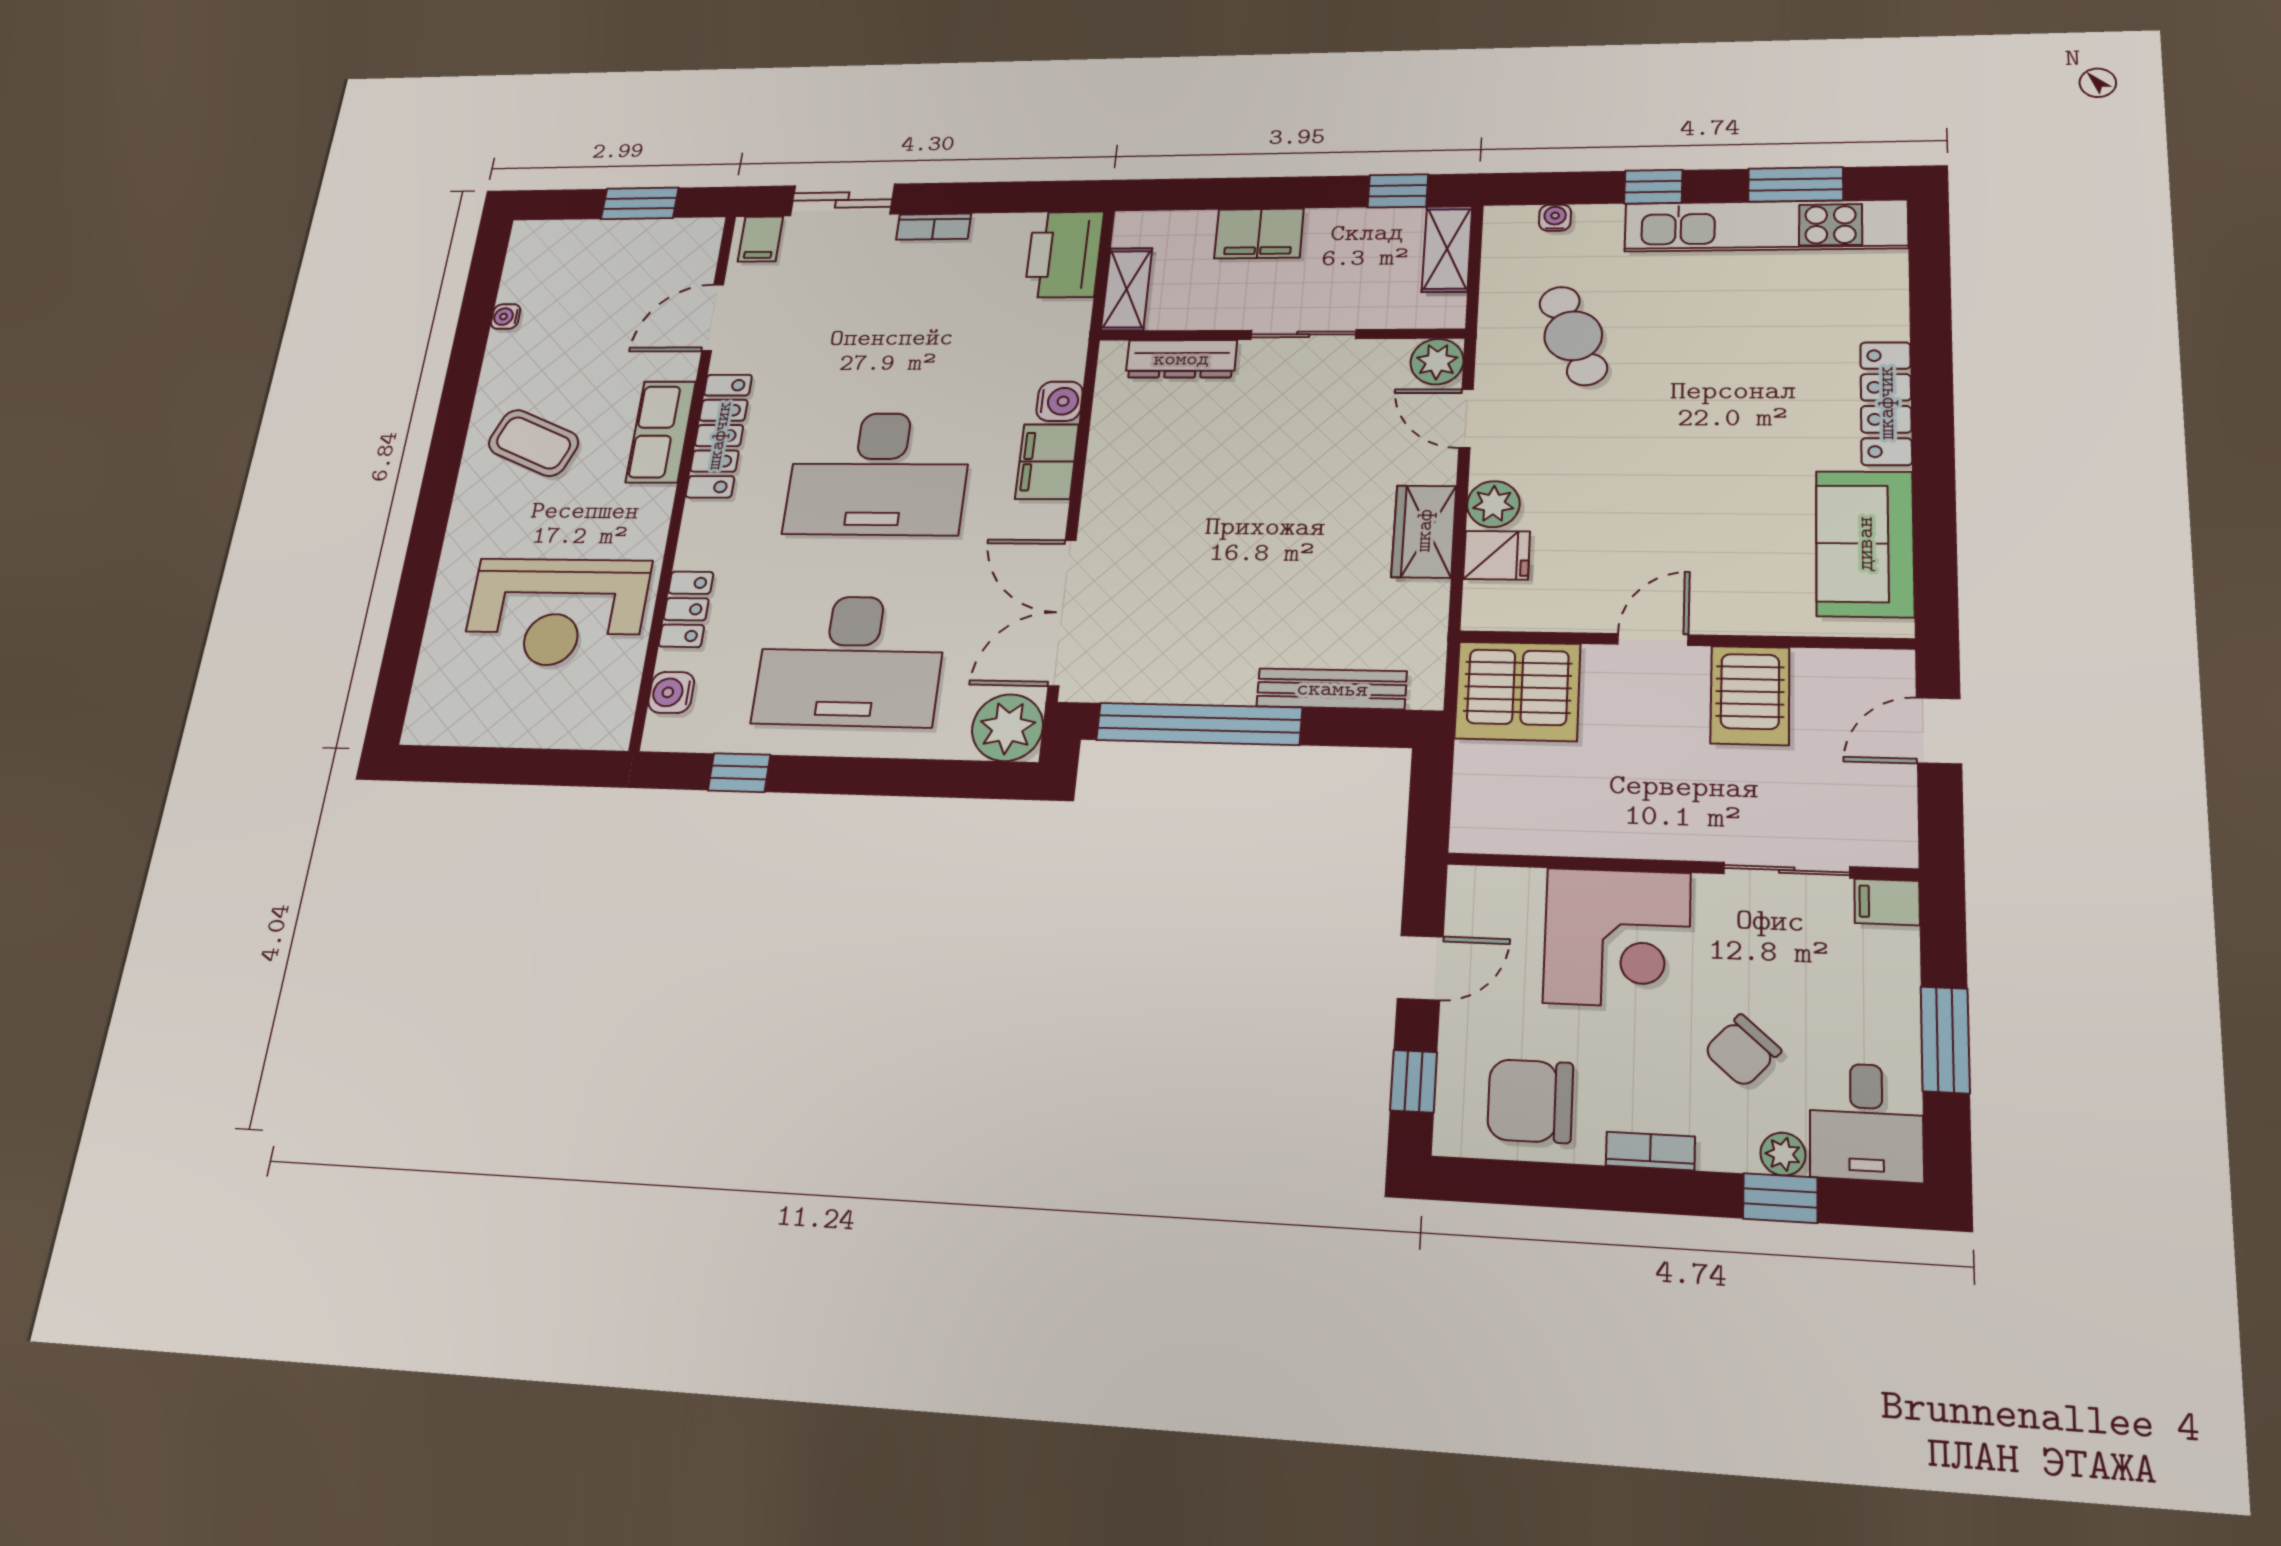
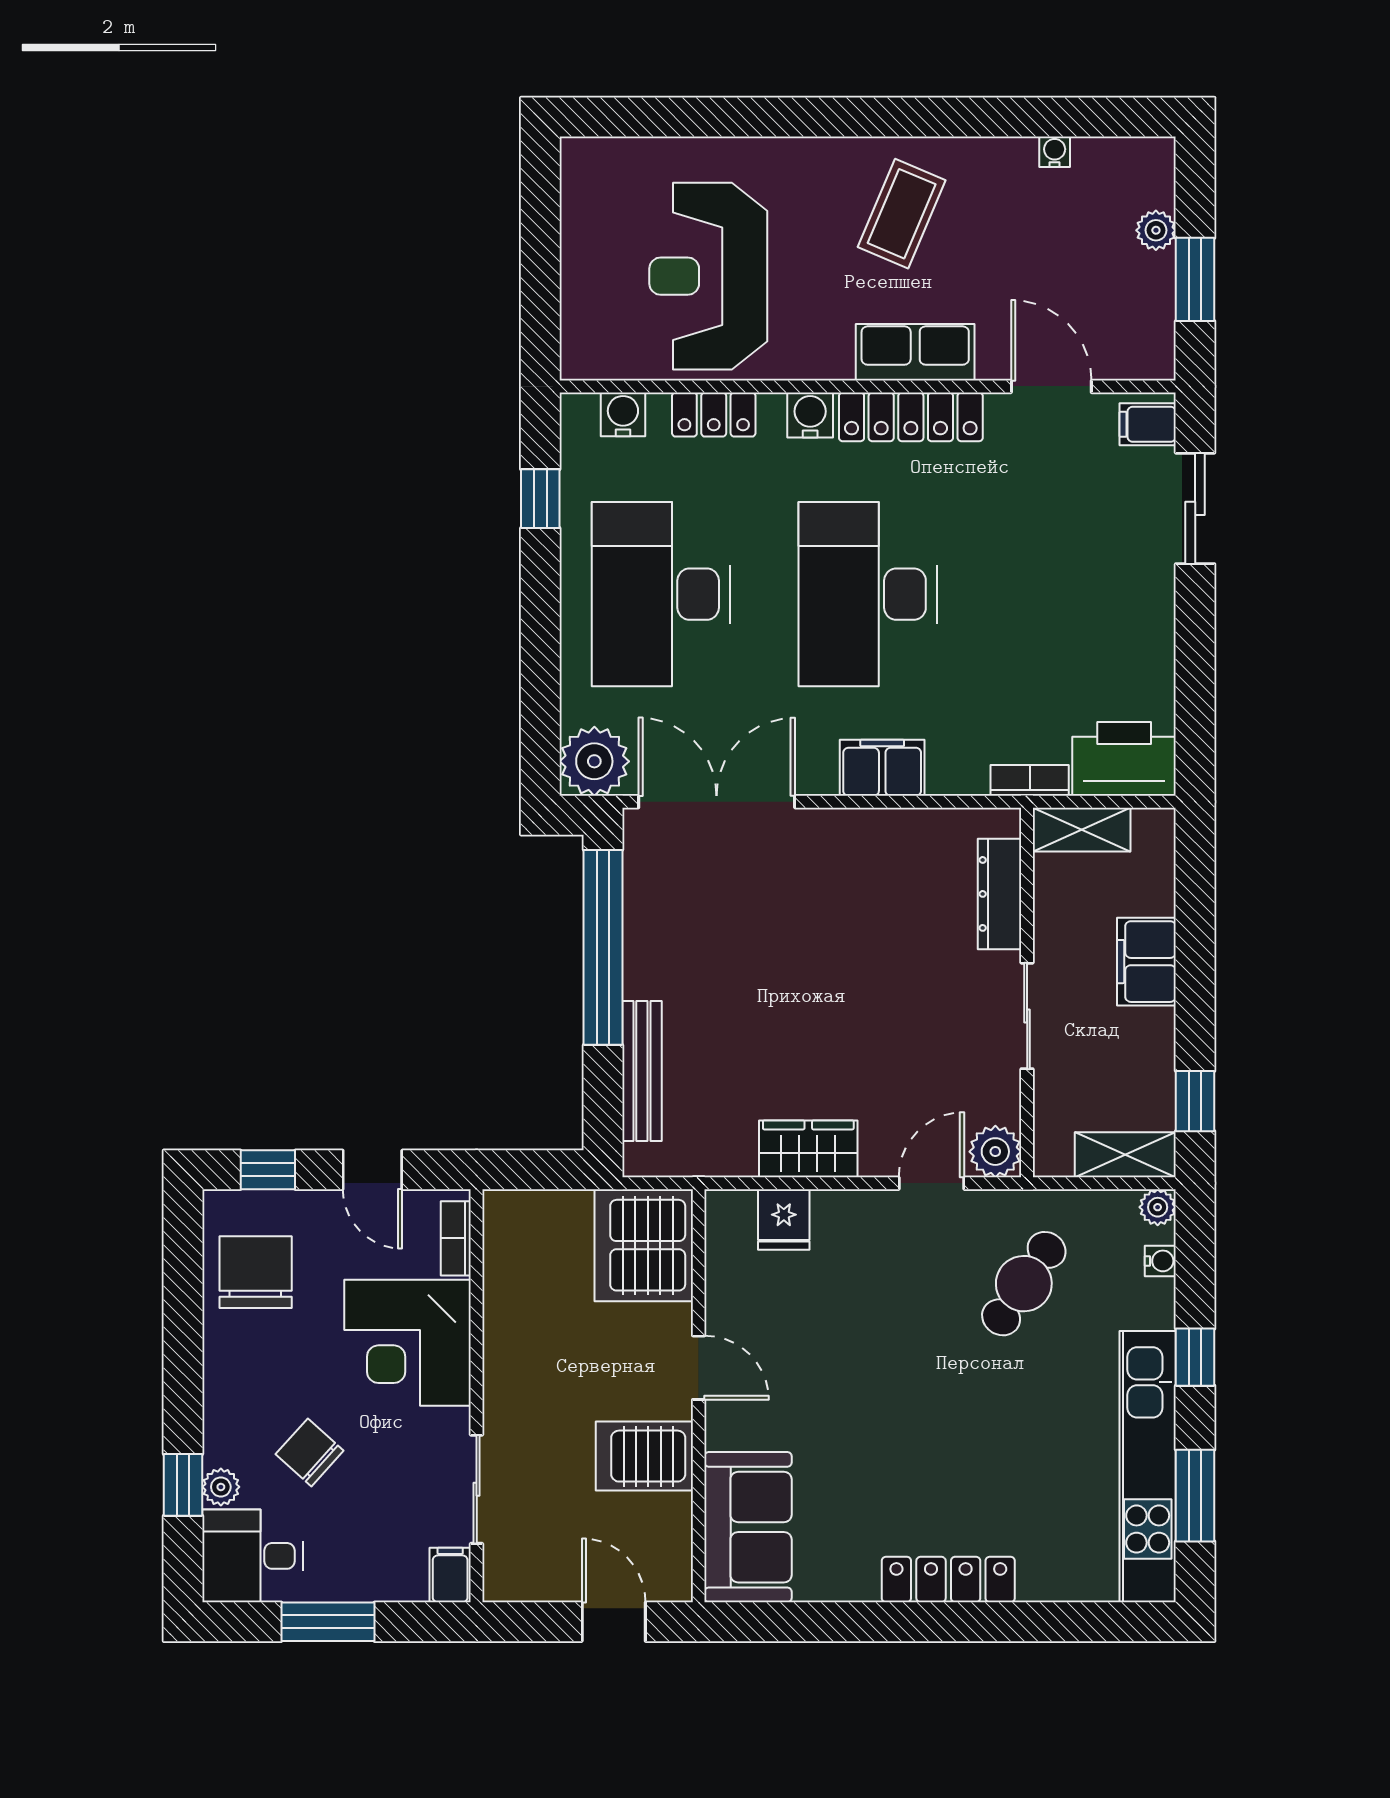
bookcase: (934, 227) -> (1030, 780), moved, turned 90
plant: (591, 235) -> (1156, 230), added
cafe table: (1573, 336) -> (1024, 1284), turned -35
water cooler: (1060, 401) -> (810, 415), moved, turned 180
plant: (1493, 504) -> (1158, 1207), moved, width x0.73, depth x0.73
sofa: (1865, 544) -> (748, 1527), moved, turned 90
bookcase: (1650, 1151) -> (456, 1238), moved, turned 180

